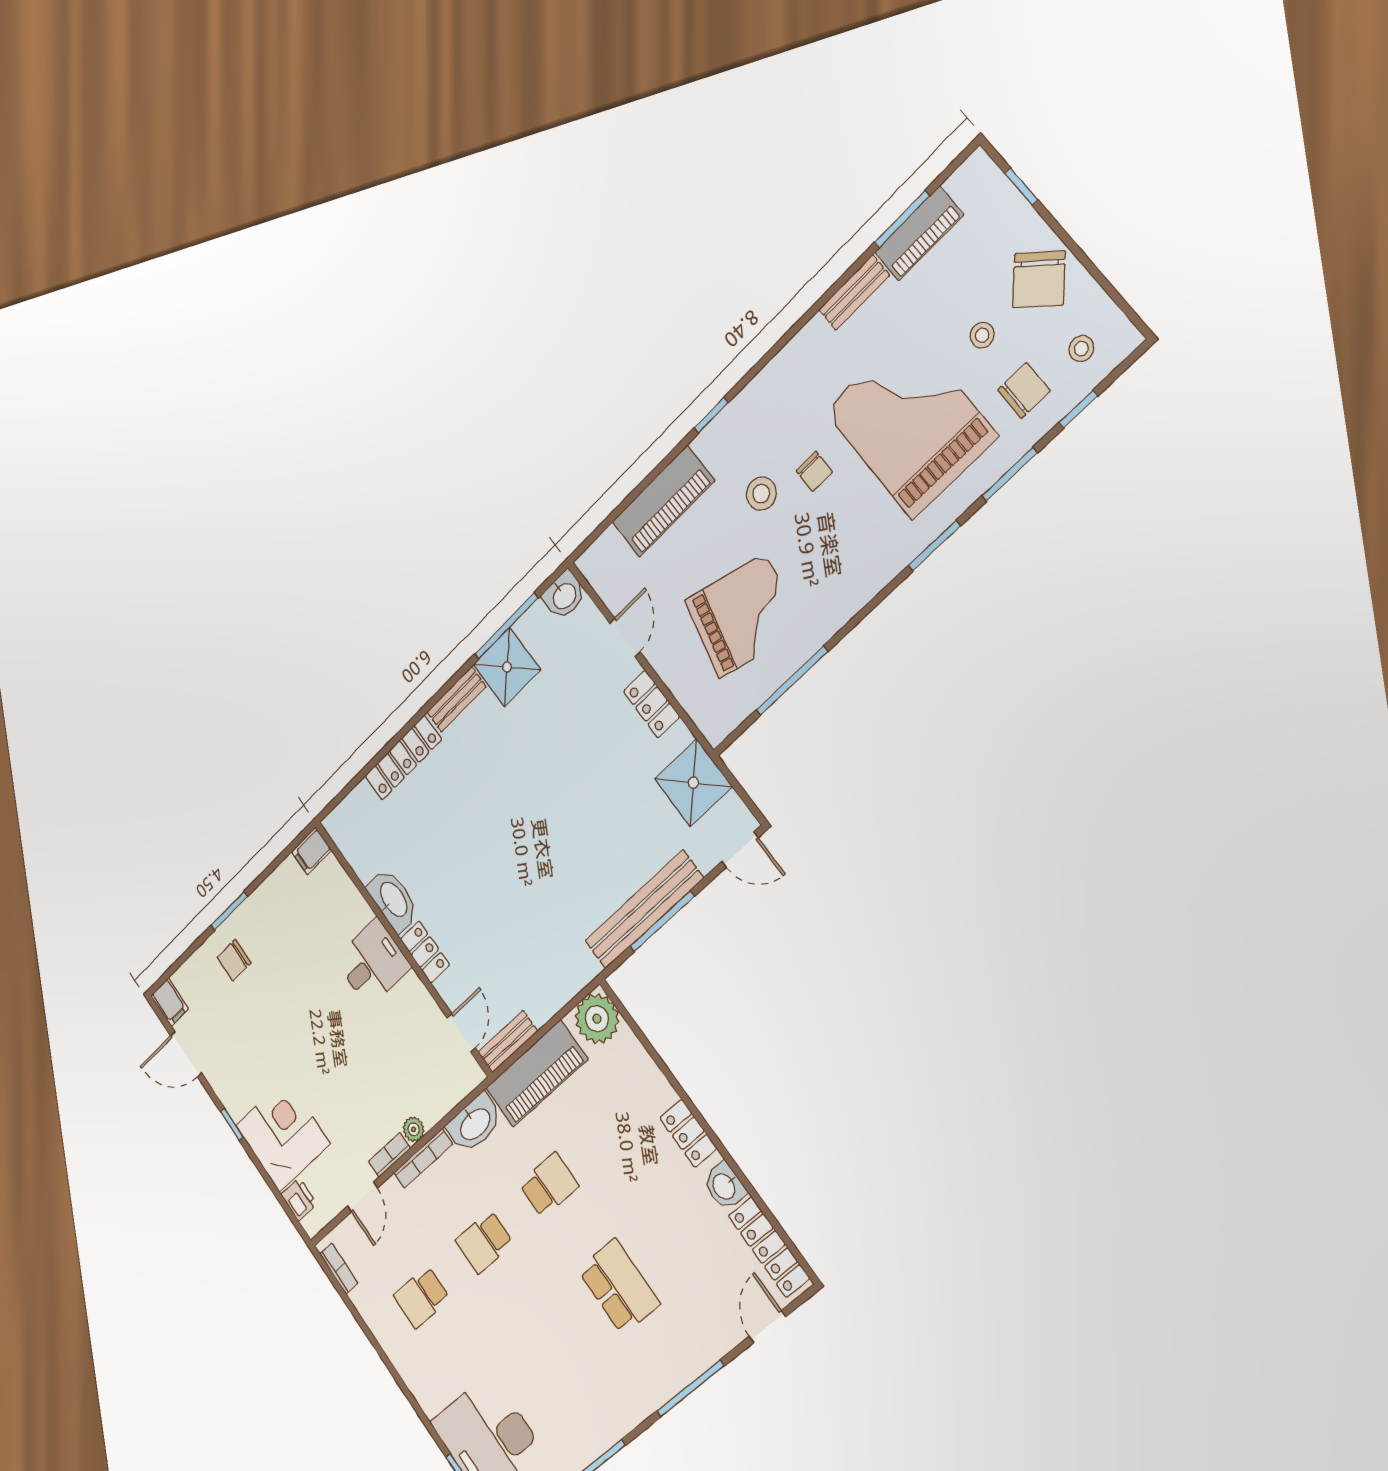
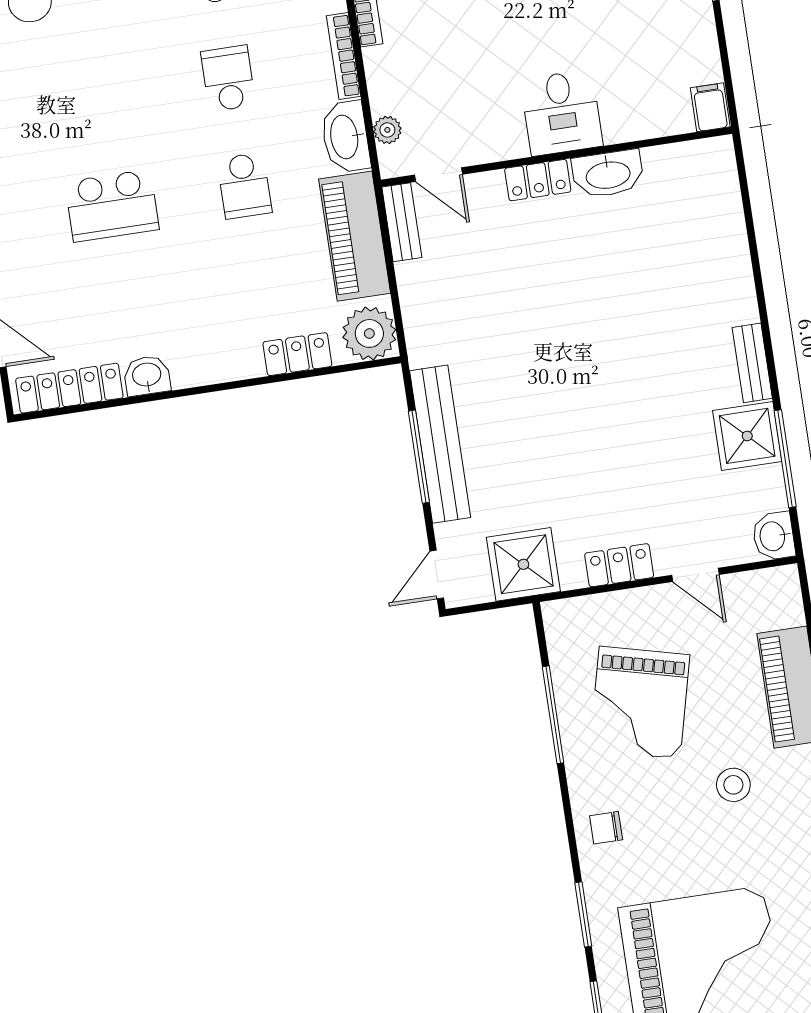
chair: (814, 471) -> (606, 828), moved
locker: (403, 758) -> (735, 269), removed
plant: (414, 1129) -> (387, 130), moved
locker: (688, 1133) -> (297, 354), moved

